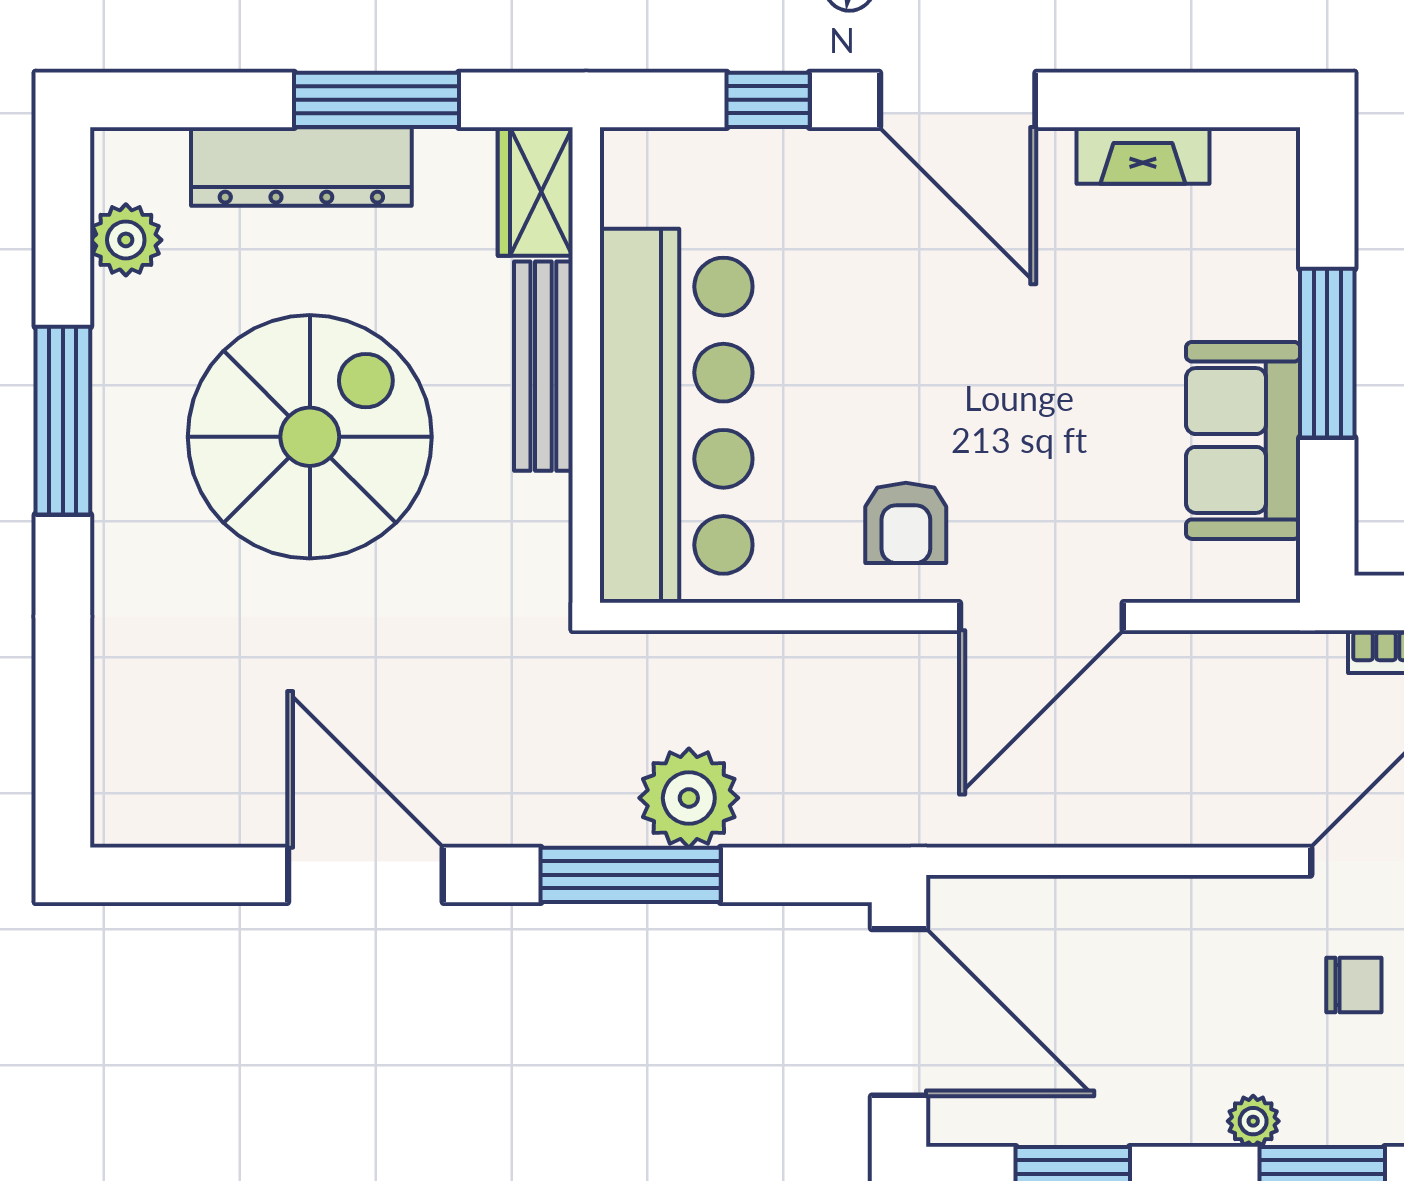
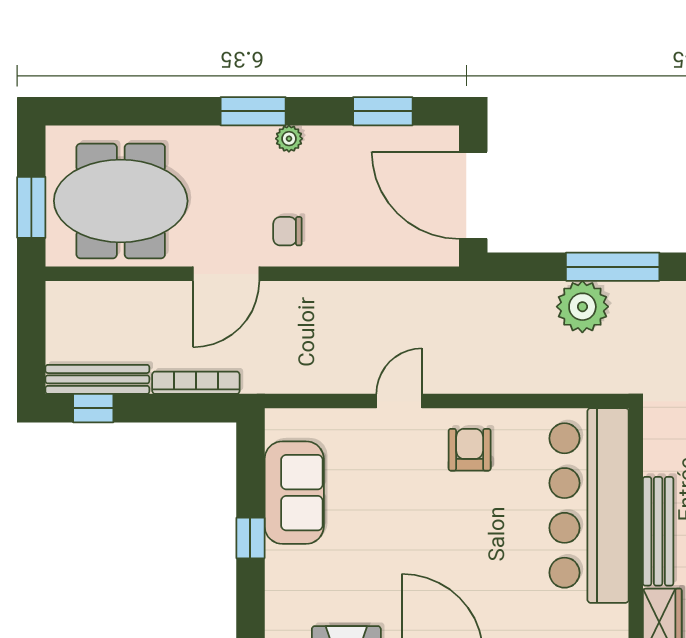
window: (1327, 353) -> (250, 538), width x0.46
door: (1041, 617) -> (399, 401), width x0.53
chair: (1354, 985) -> (287, 231), moved

